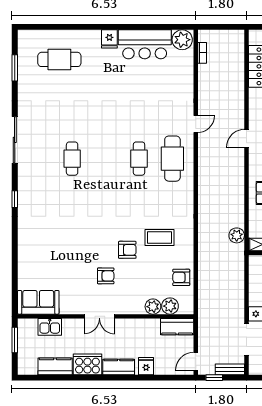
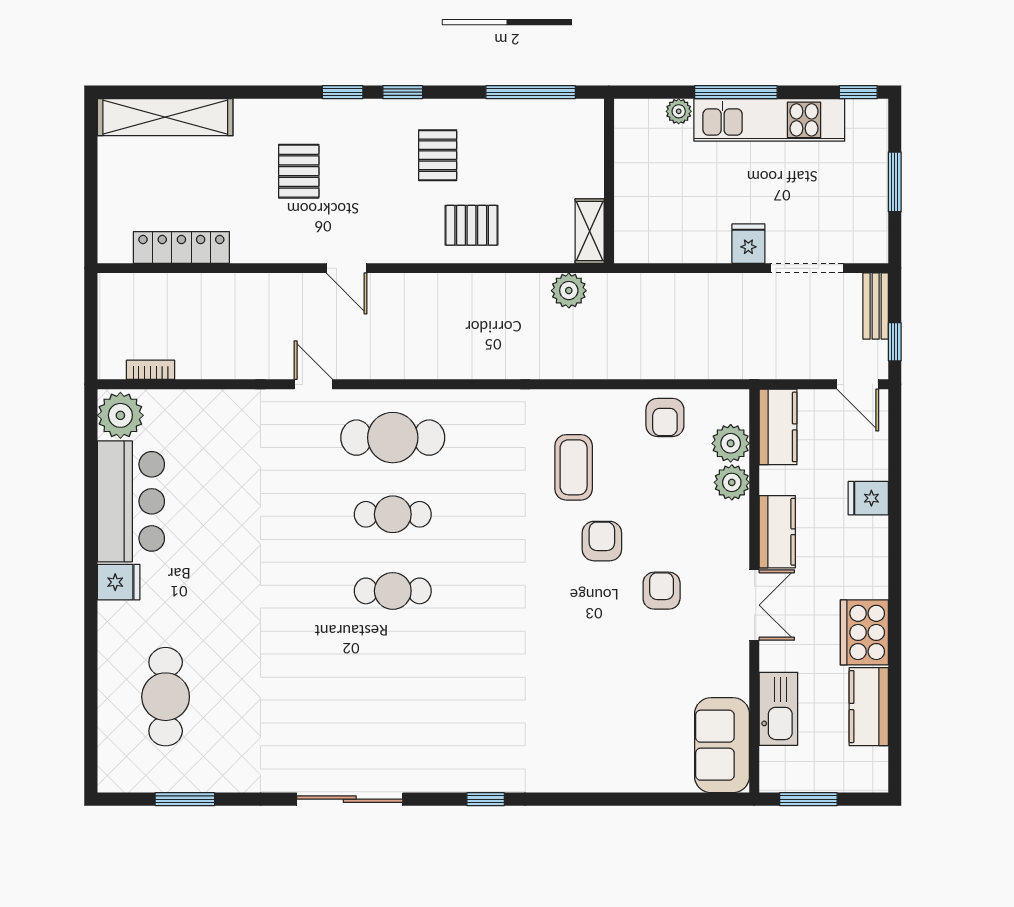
cafe table: (72, 159) -> (393, 591), moved
kitchen sink: (50, 327) -> (778, 709), width x1.38
kitchen counter: (119, 367) -> (777, 532), moved, turned 180

